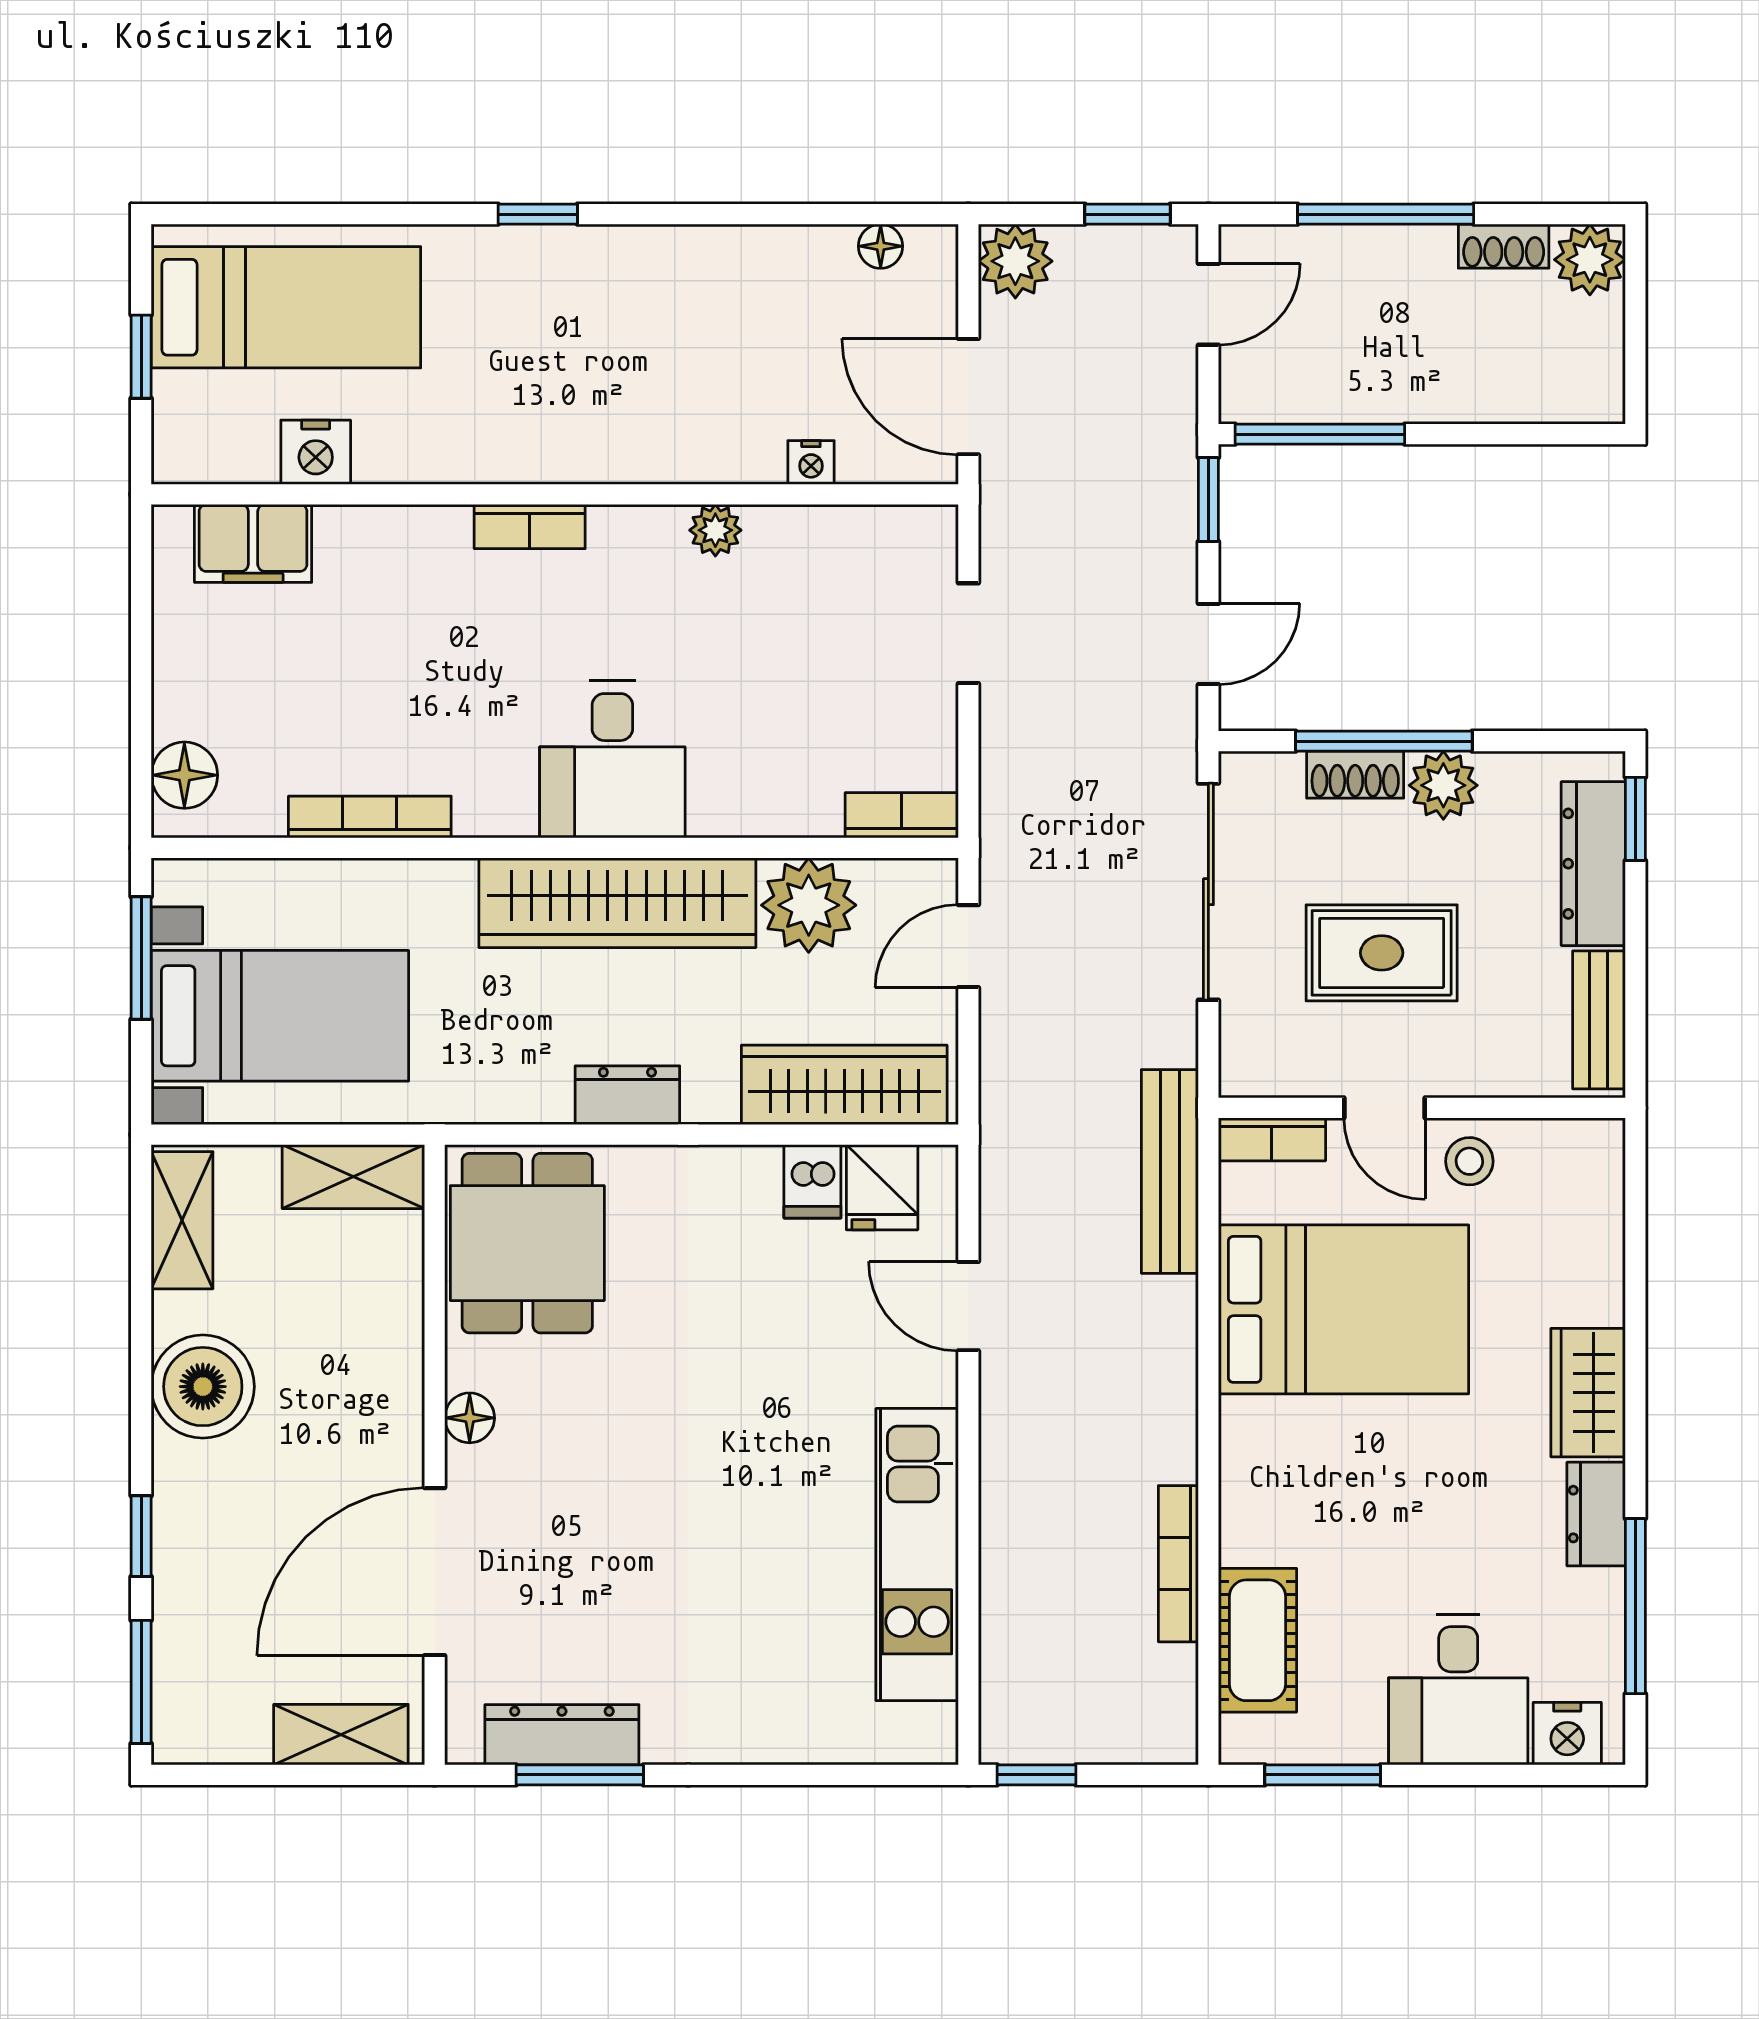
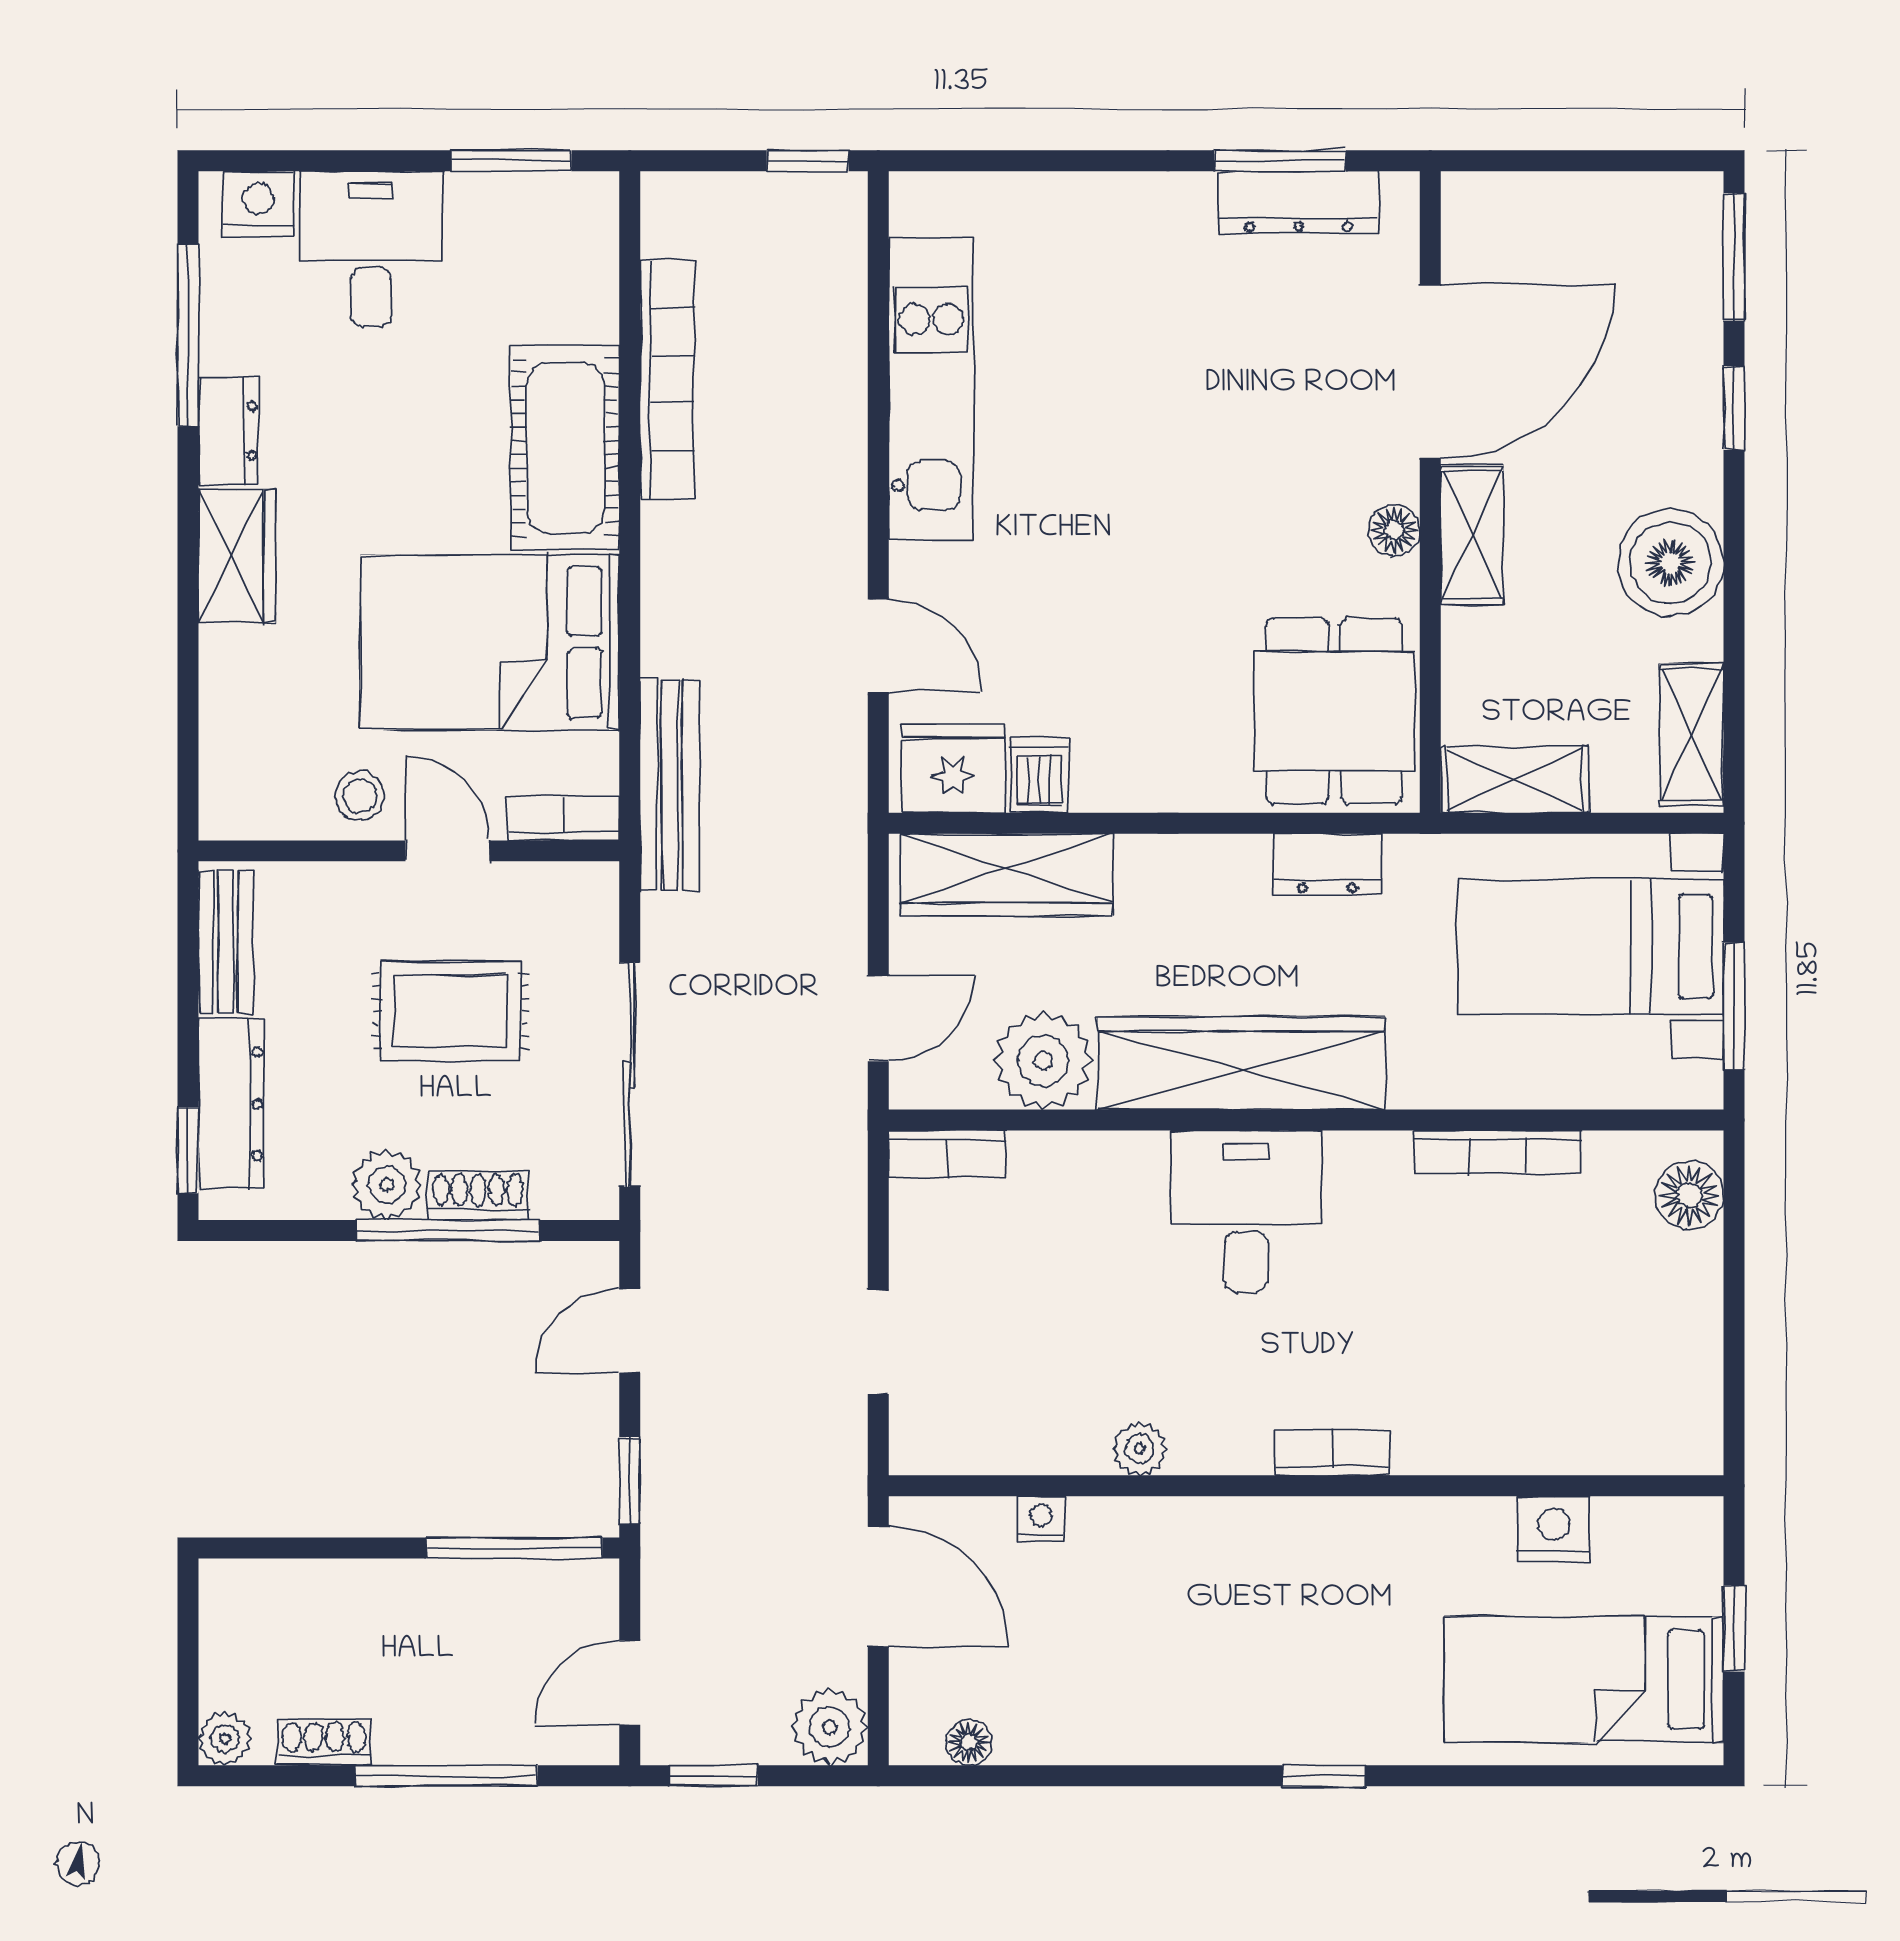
plant: (1590, 260) -> (225, 1739), width x0.73, depth x0.73
filing cabinet: (253, 543) -> (1618, 1435), removed
dresser: (627, 1095) -> (1327, 864), moved
fridge: (882, 1187) -> (953, 769), width x1.38
bookcase: (1178, 1564) -> (667, 379), width x1.48, depth x1.31
cot: (1258, 1640) -> (565, 448), moved, width x1.37, depth x1.34
shelving: (341, 1735) -> (1472, 535), moved, turned 90

